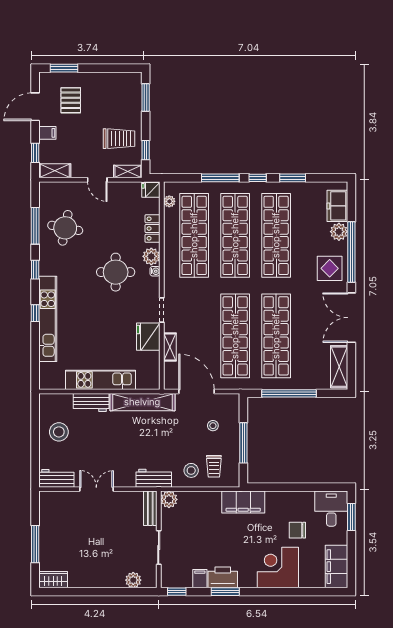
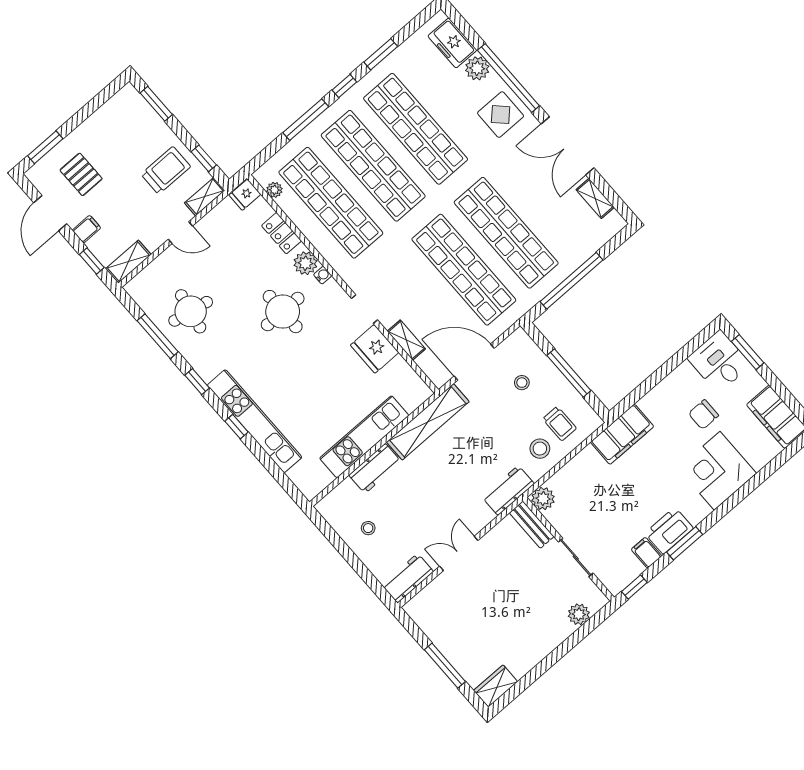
shelving: (339, 367) -> (595, 198), width x0.67, depth x0.75
stool: (59, 432) -> (368, 528), width x0.53, depth x0.53

